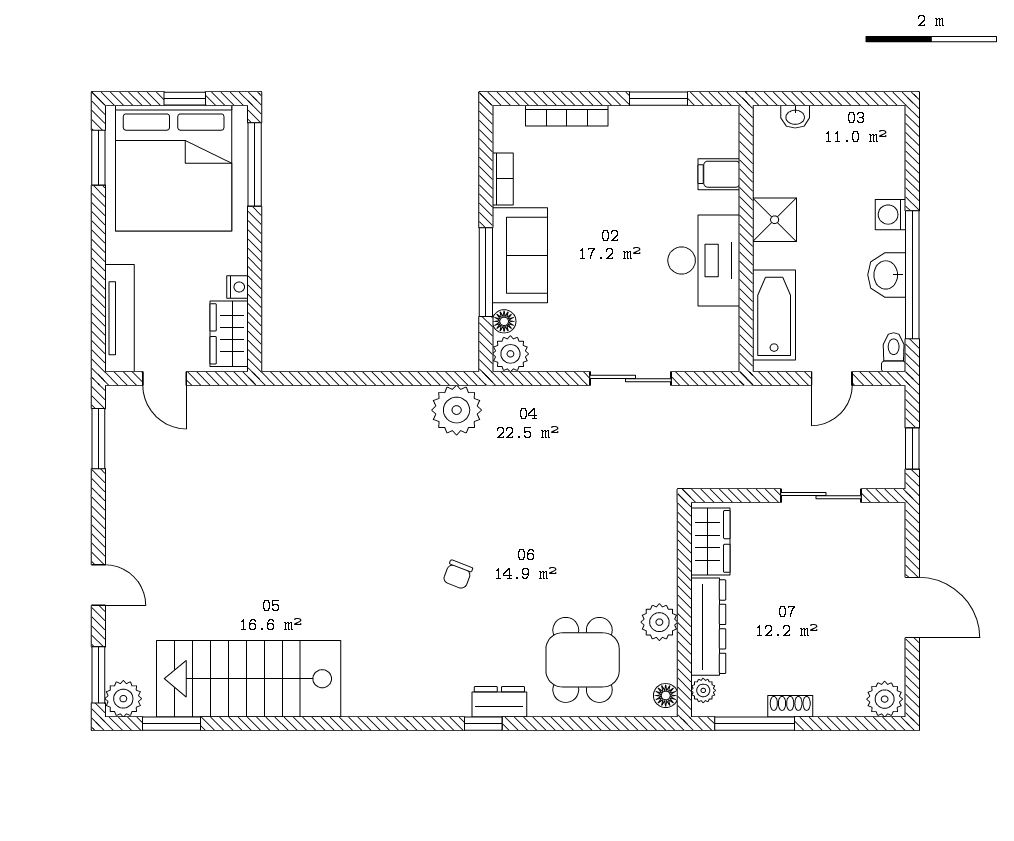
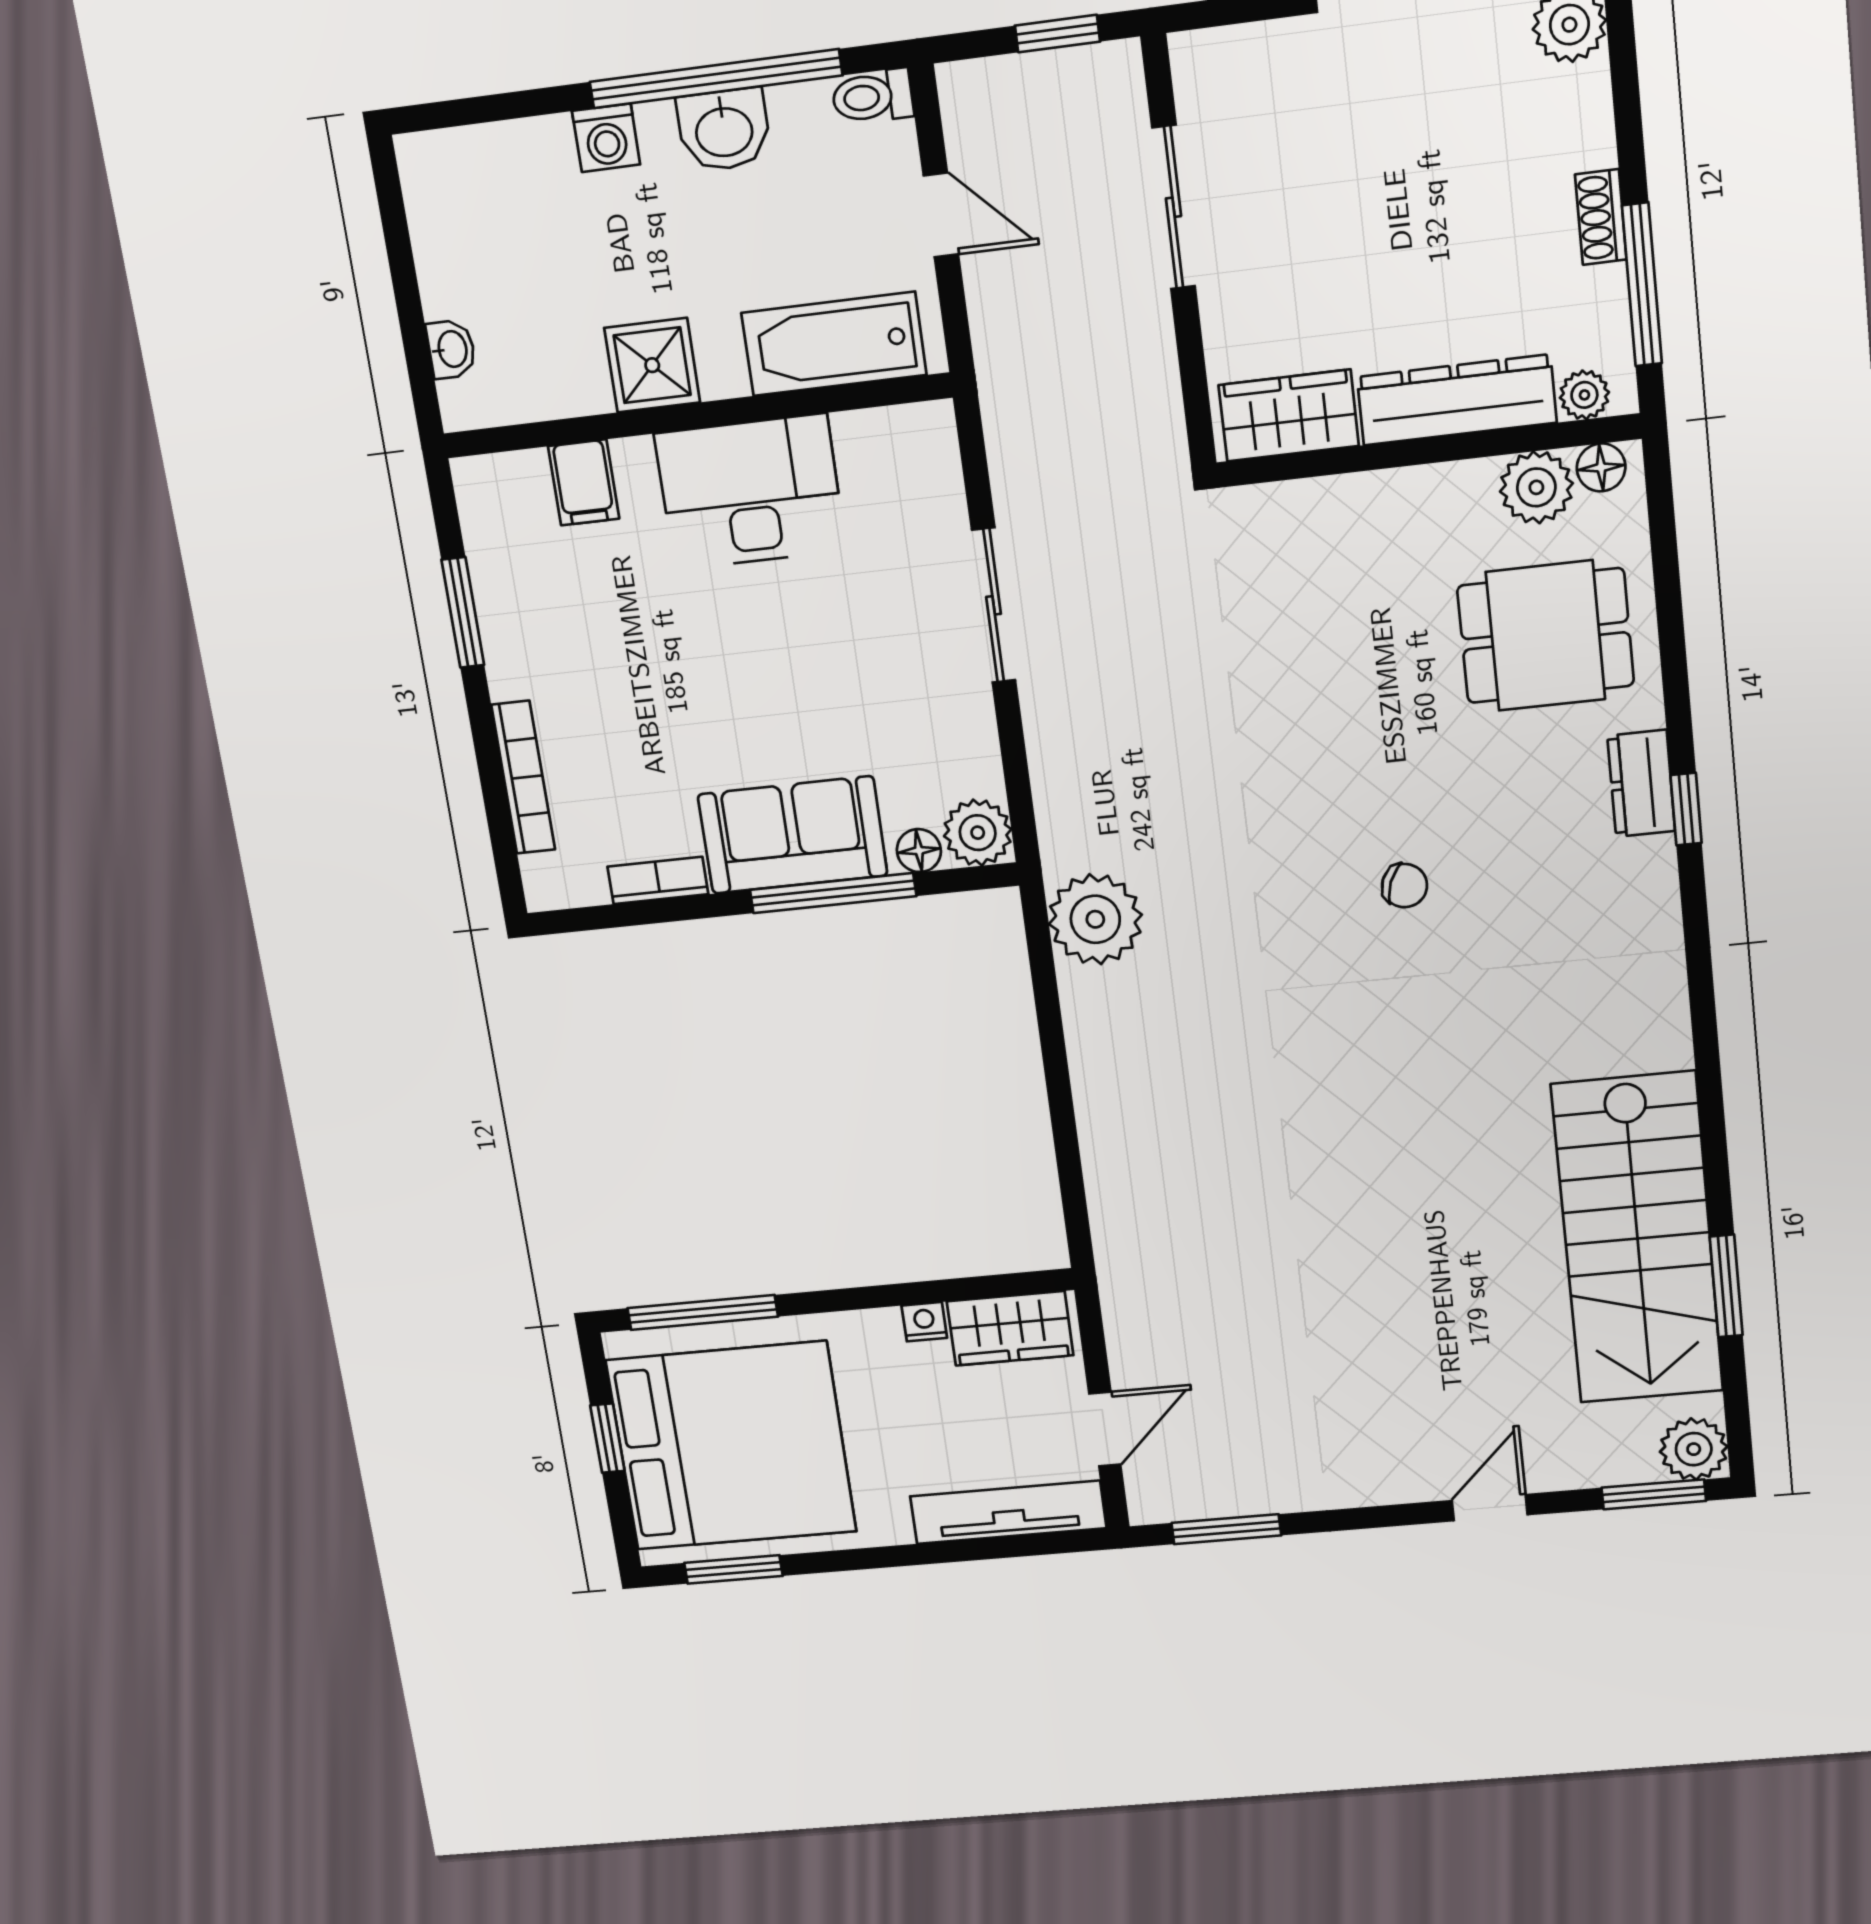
plant: (659, 622) -> (1536, 487), moved
window: (172, 724) -> (1726, 1286), moved

